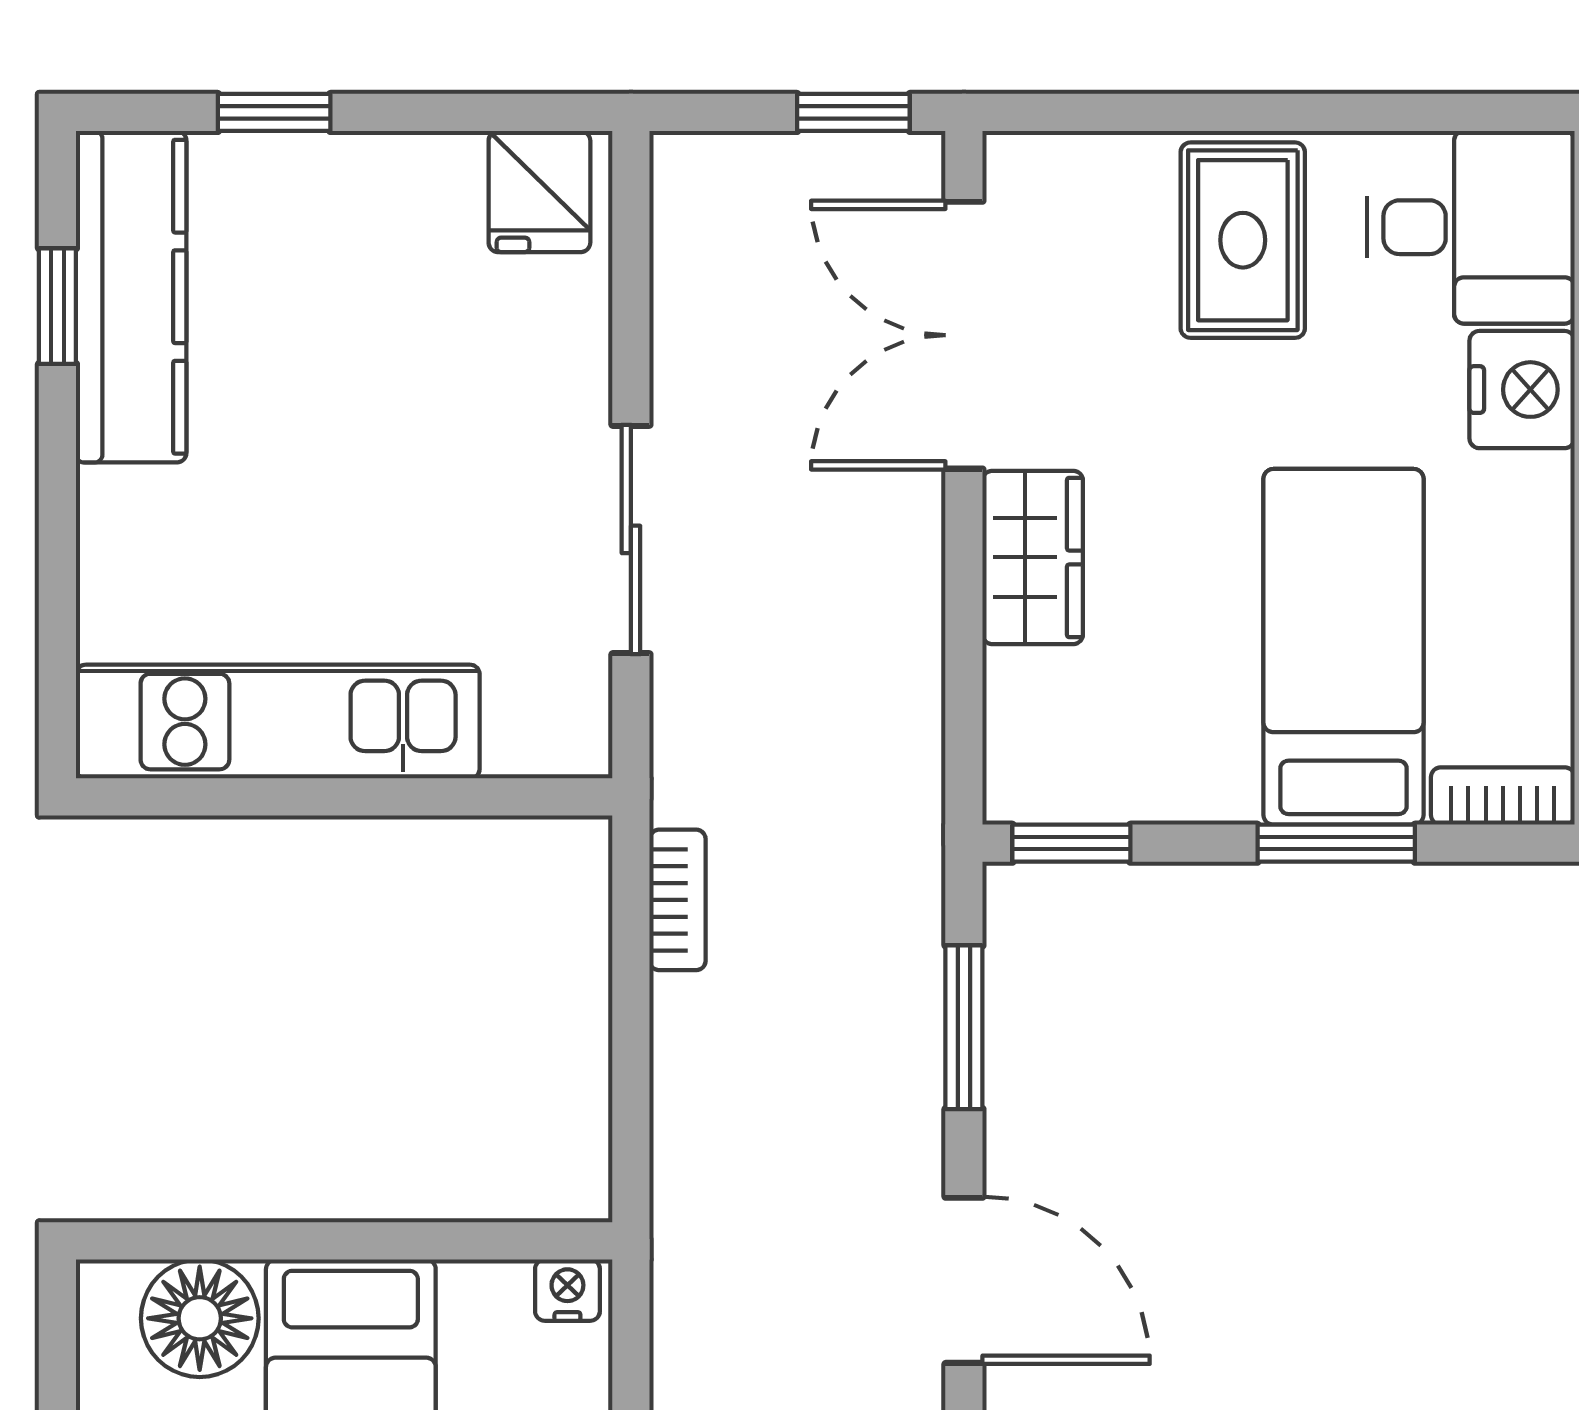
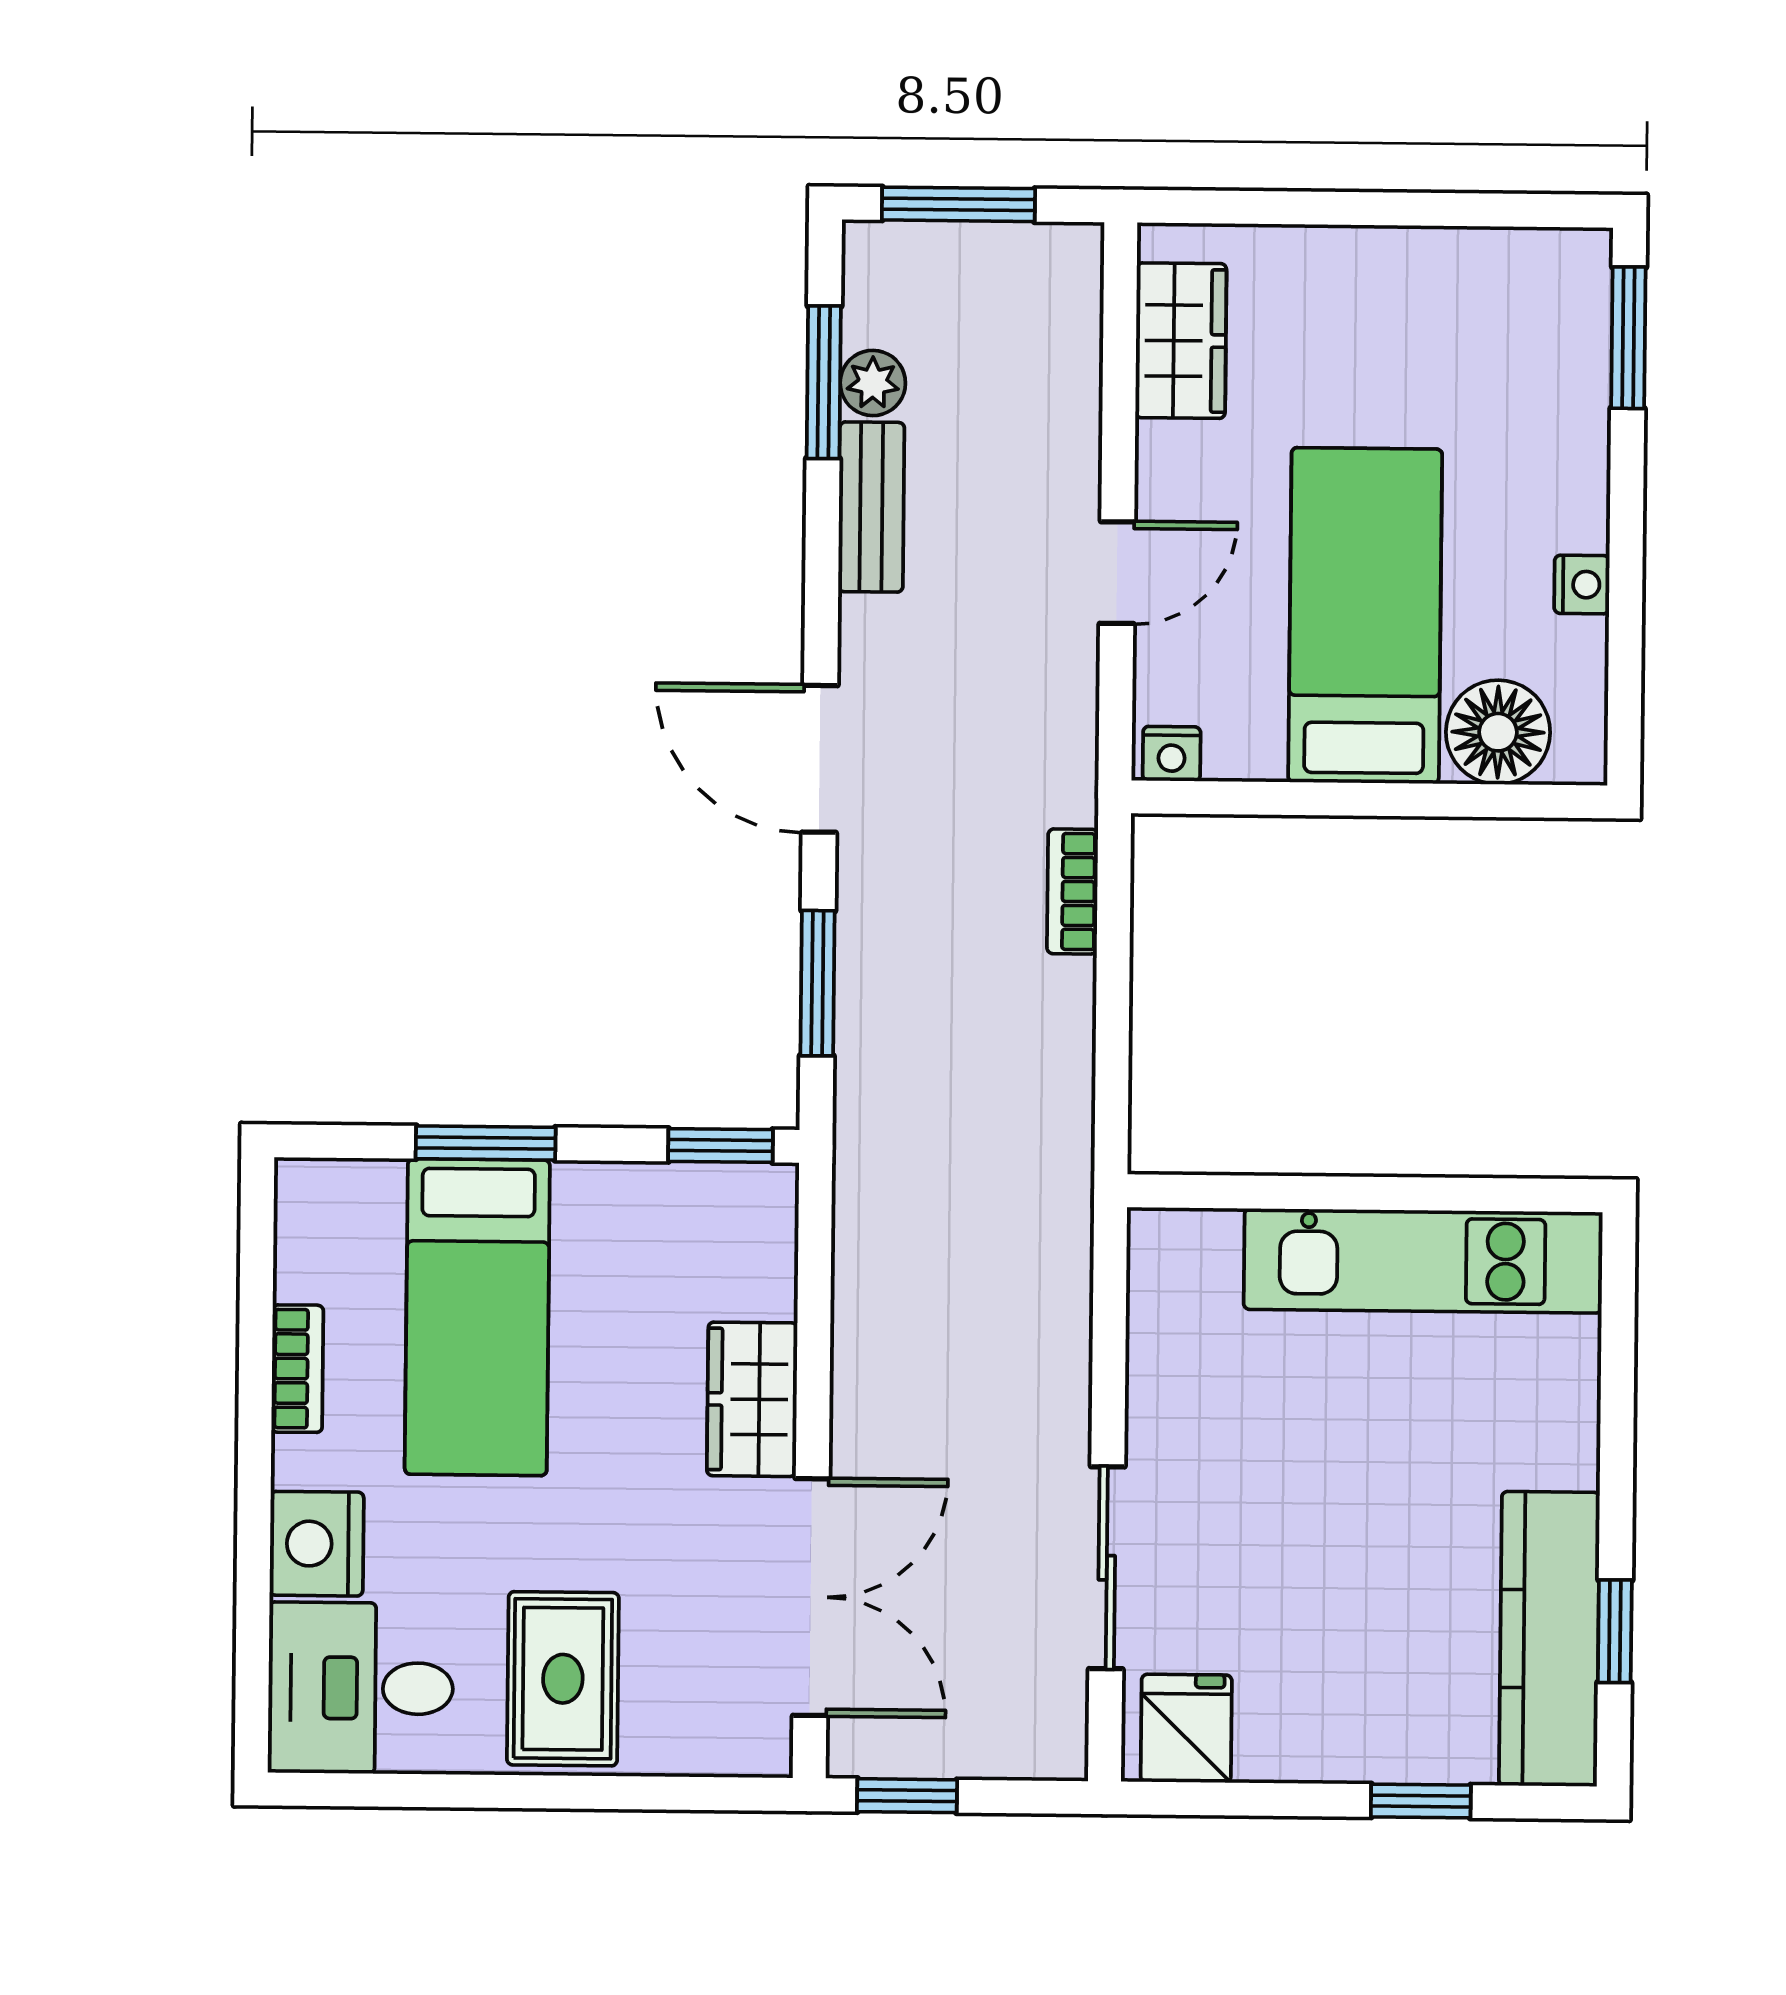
sliding door: (631, 539) -> (1107, 1568), moved
bookcase: (1503, 796) -> (297, 1369), moved, turned -90
bookcase: (678, 900) -> (1072, 891), moved

